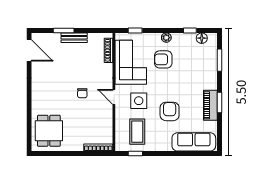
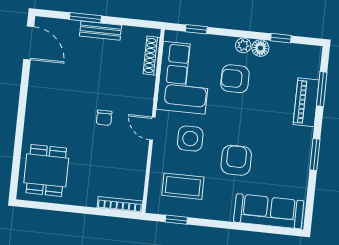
floor lamp: (202, 38) -> (260, 48), moved
piano: (210, 105) -> (306, 102), moved
coffee table: (137, 132) -> (183, 186), turned 90

